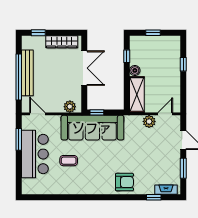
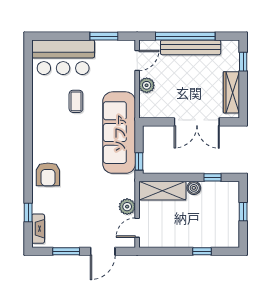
plant: (70, 107) -> (147, 85), moved
window: (97, 112) -> (139, 161), moved
door: (165, 114) -> (137, 228), swing flipped
bar counter: (35, 154) -> (63, 57), moved

